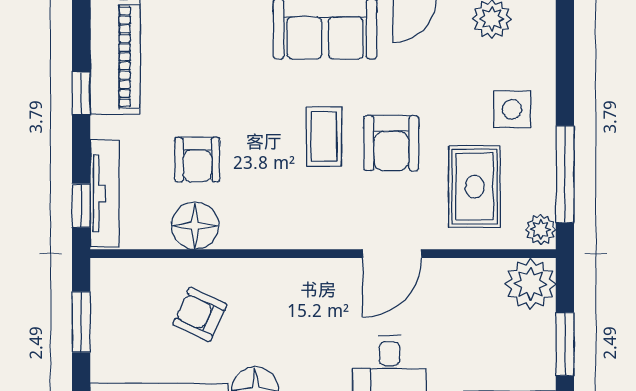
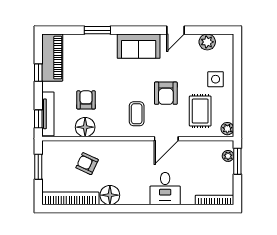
coffee table: (324, 137) -> (137, 114), moved
armchair: (197, 160) -> (86, 100), turned 180
window: (565, 174) -> (237, 106), removed
plant: (530, 284) -> (228, 156), width x0.53, depth x0.53
window: (565, 344) -> (237, 161), moved

